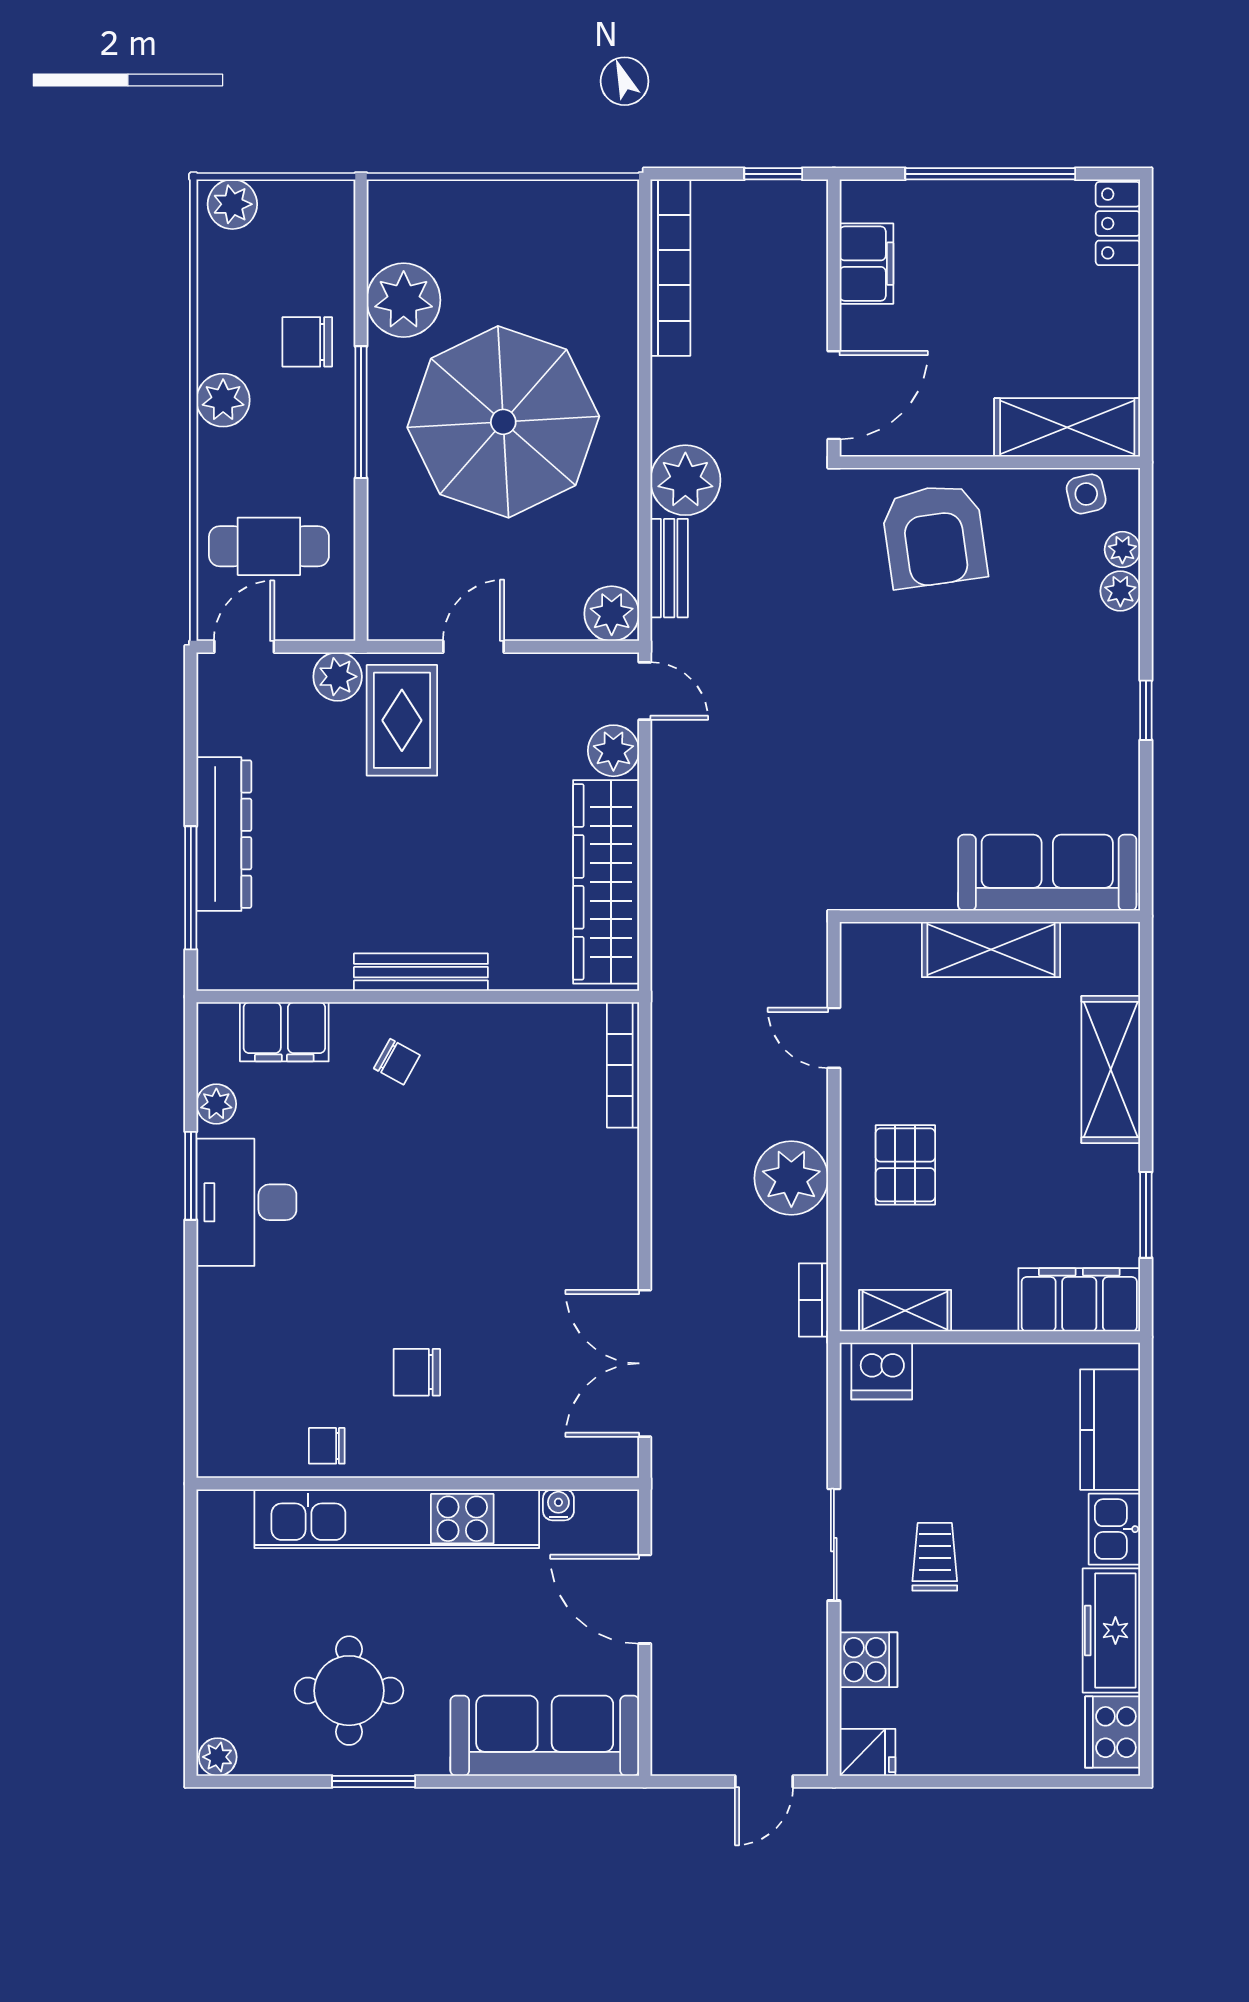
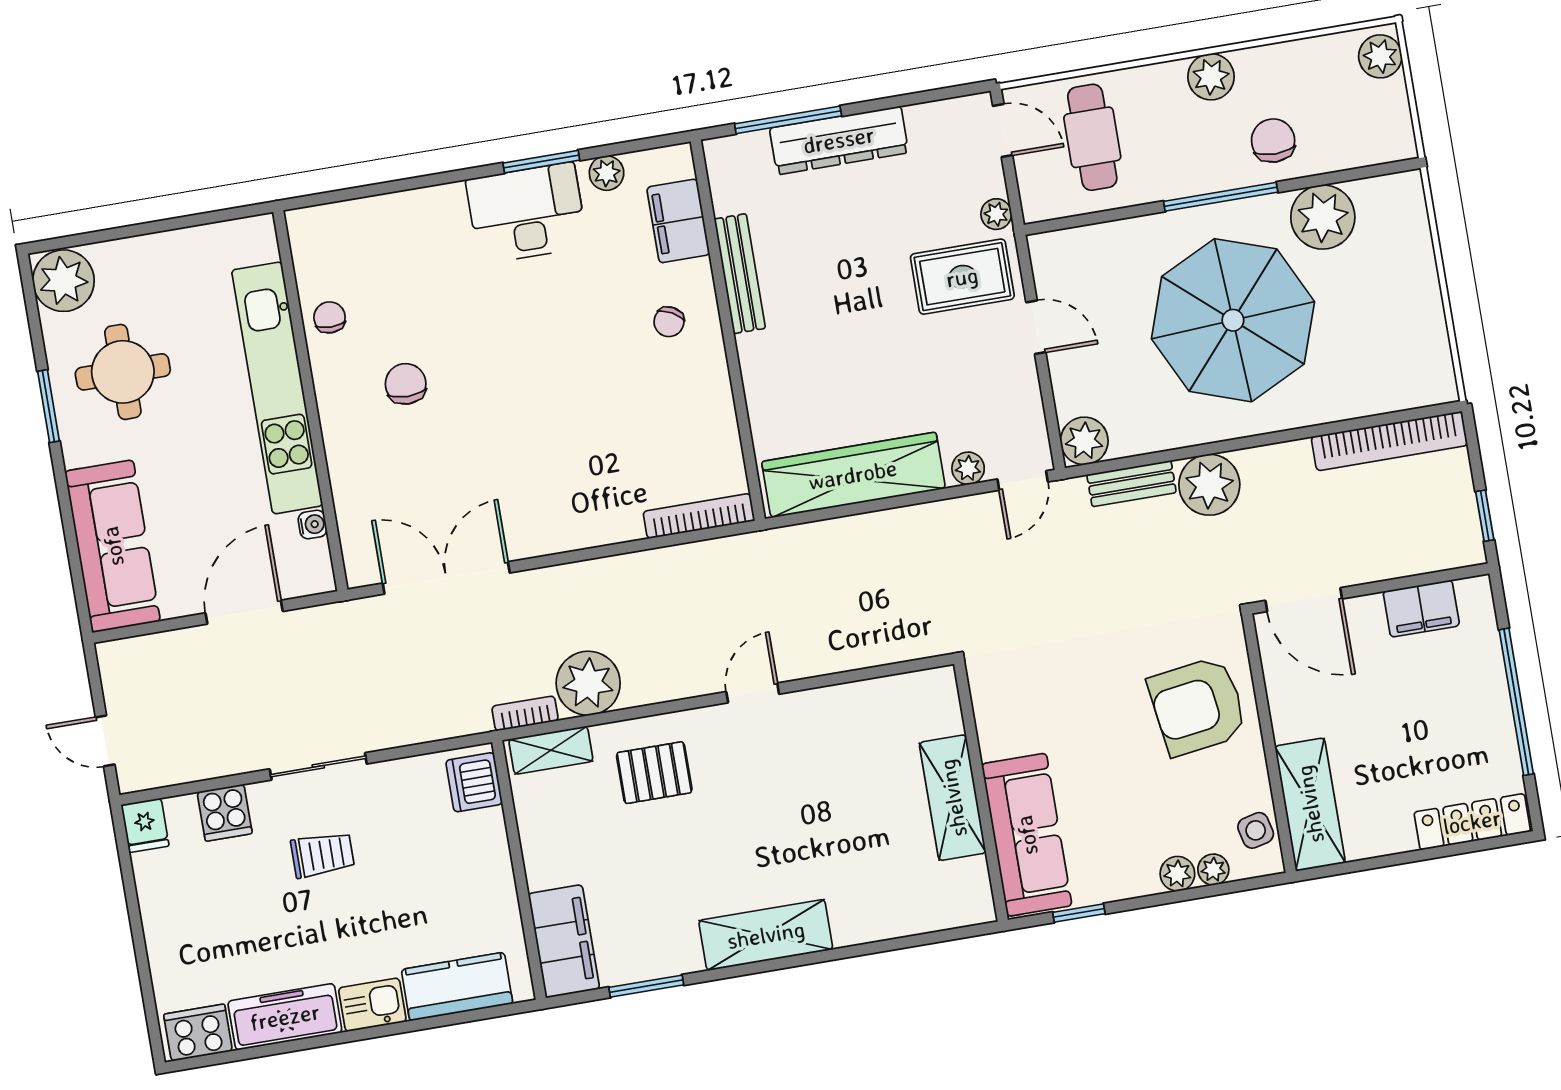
locker: (1118, 224) -> (1472, 822), width x1.53
plant: (338, 677) -> (996, 214), width x0.73, depth x0.73
plant: (613, 751) -> (968, 468), width x0.73, depth x0.73
sofa: (1047, 873) -> (1027, 835), moved
wall: (990, 916) -> (981, 792), moved
shelving: (991, 949) -> (953, 798), moved
bench: (421, 972) -> (740, 274), moved
plant: (791, 1178) -> (588, 683), moved
shelving: (905, 1311) -> (551, 750), moved, turned 90
plant: (218, 1757) -> (63, 281), width x1.88, depth x1.88

